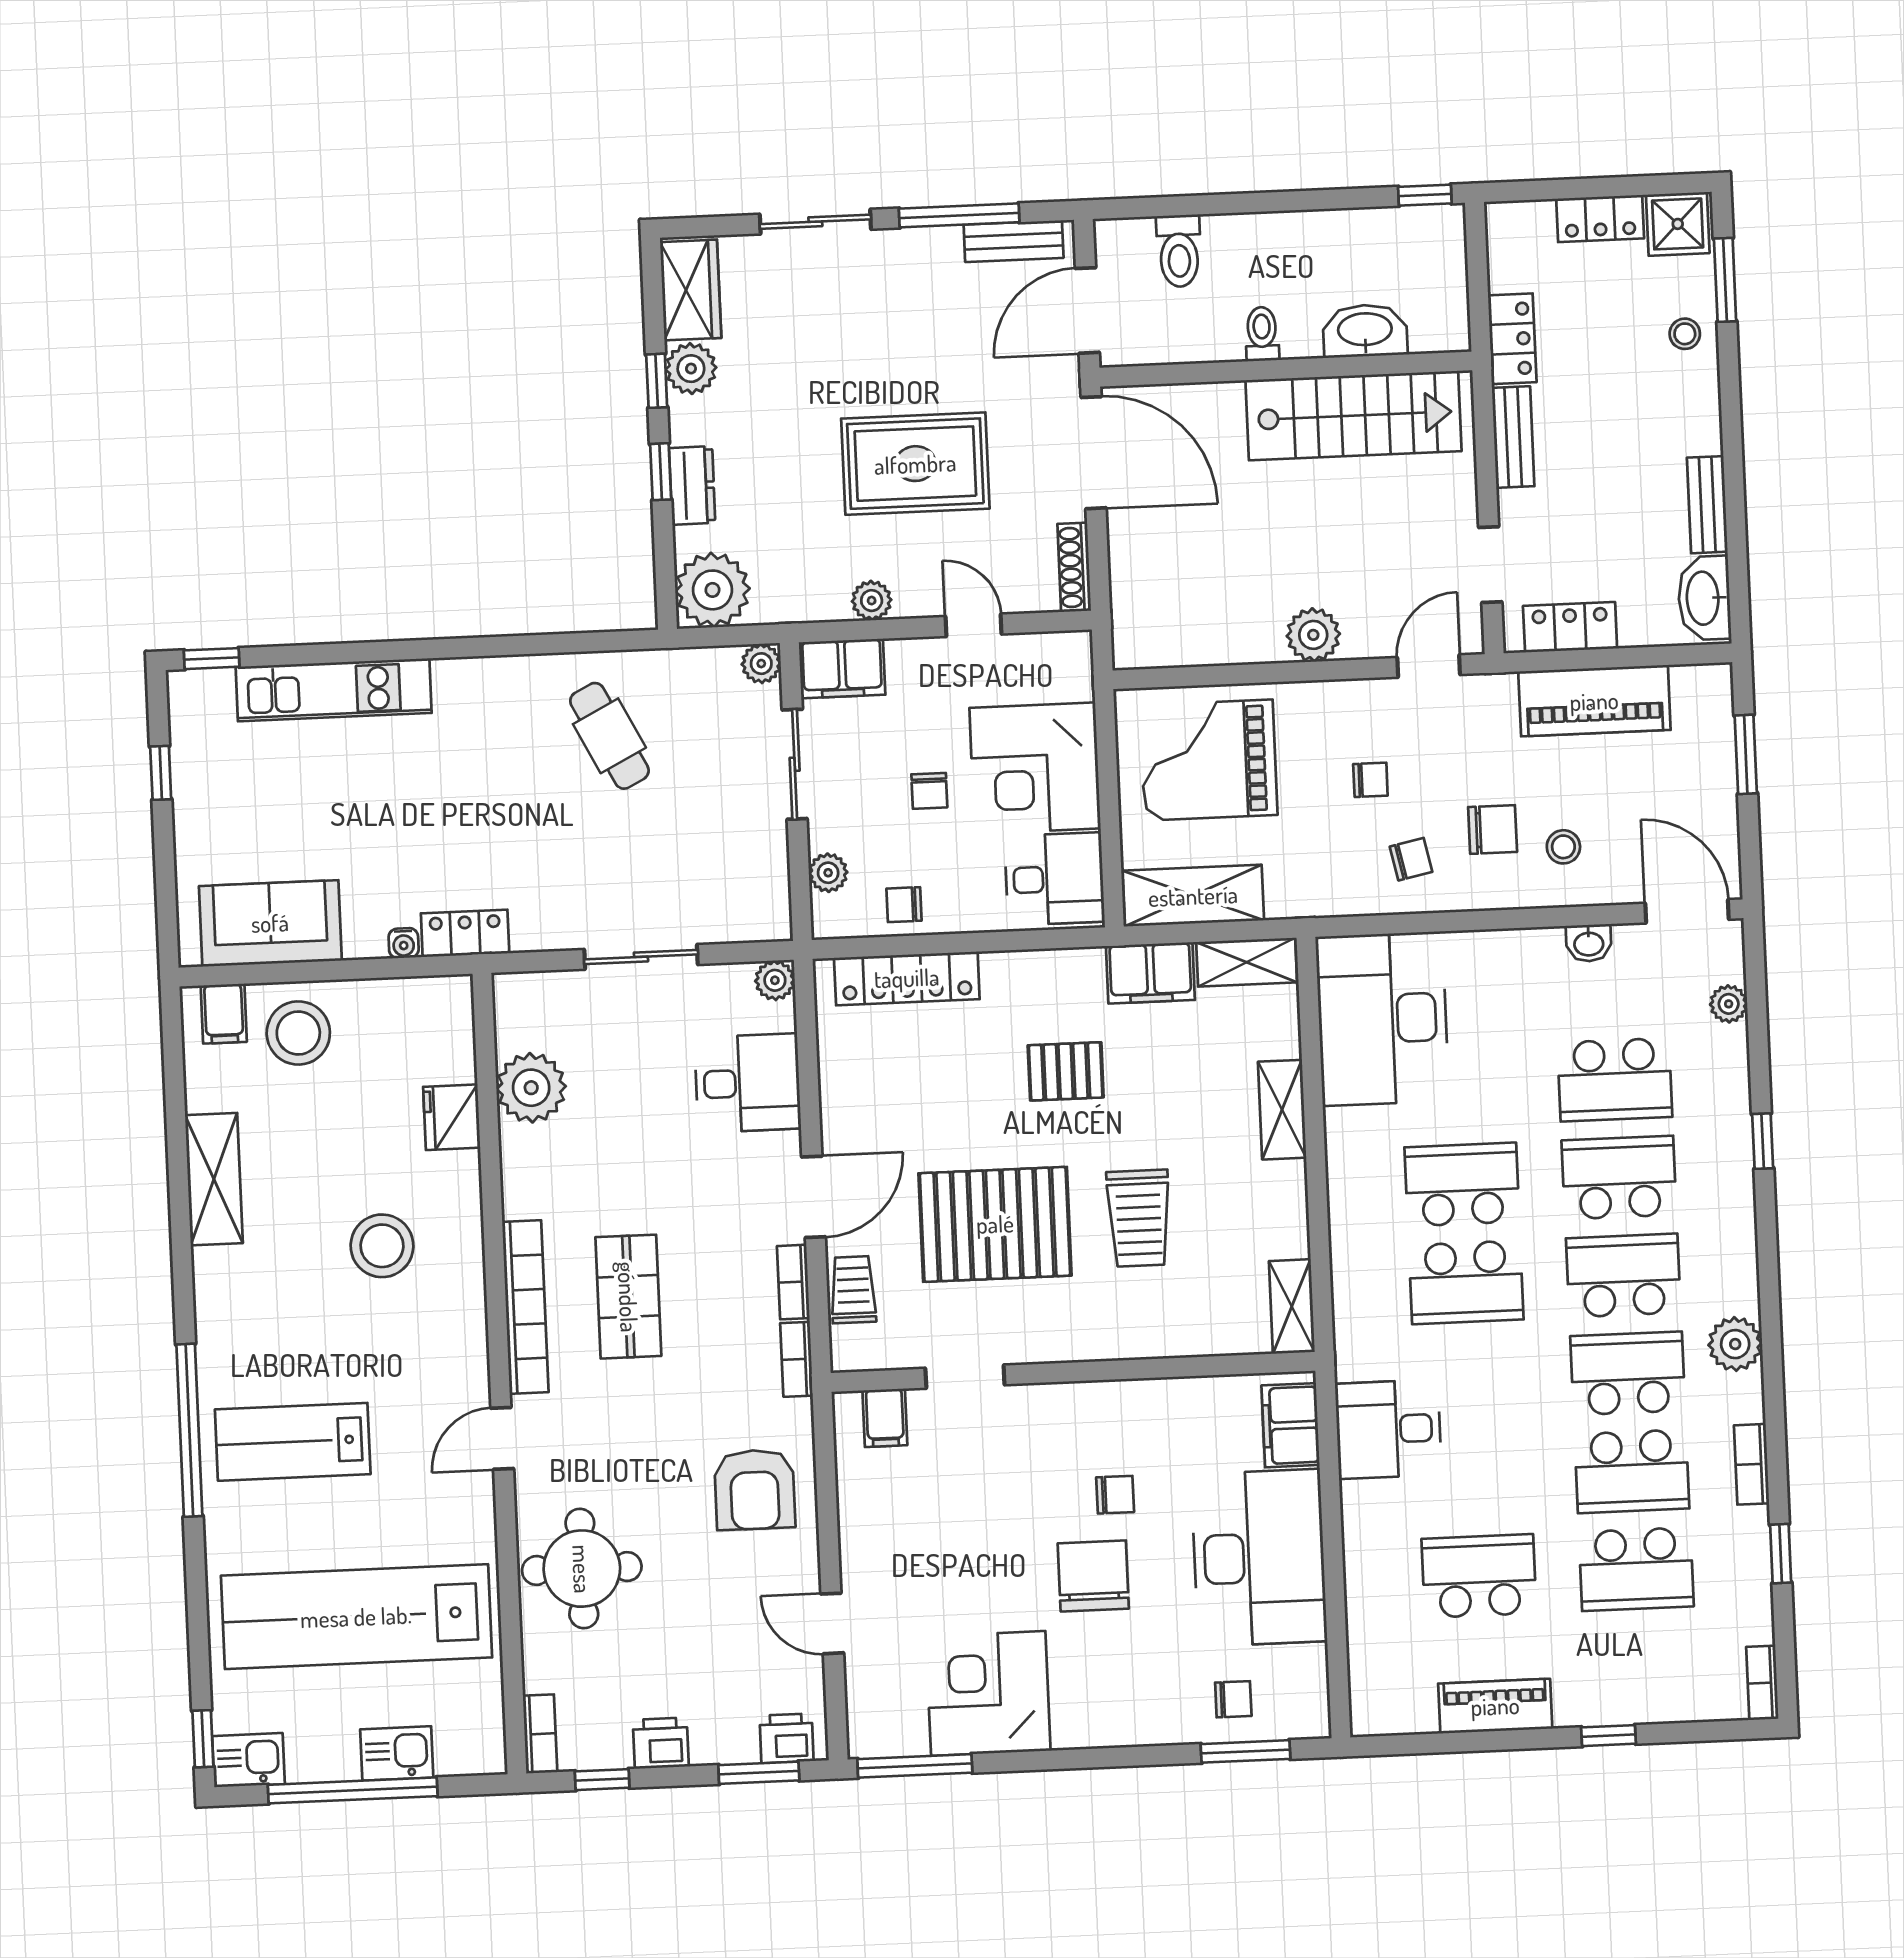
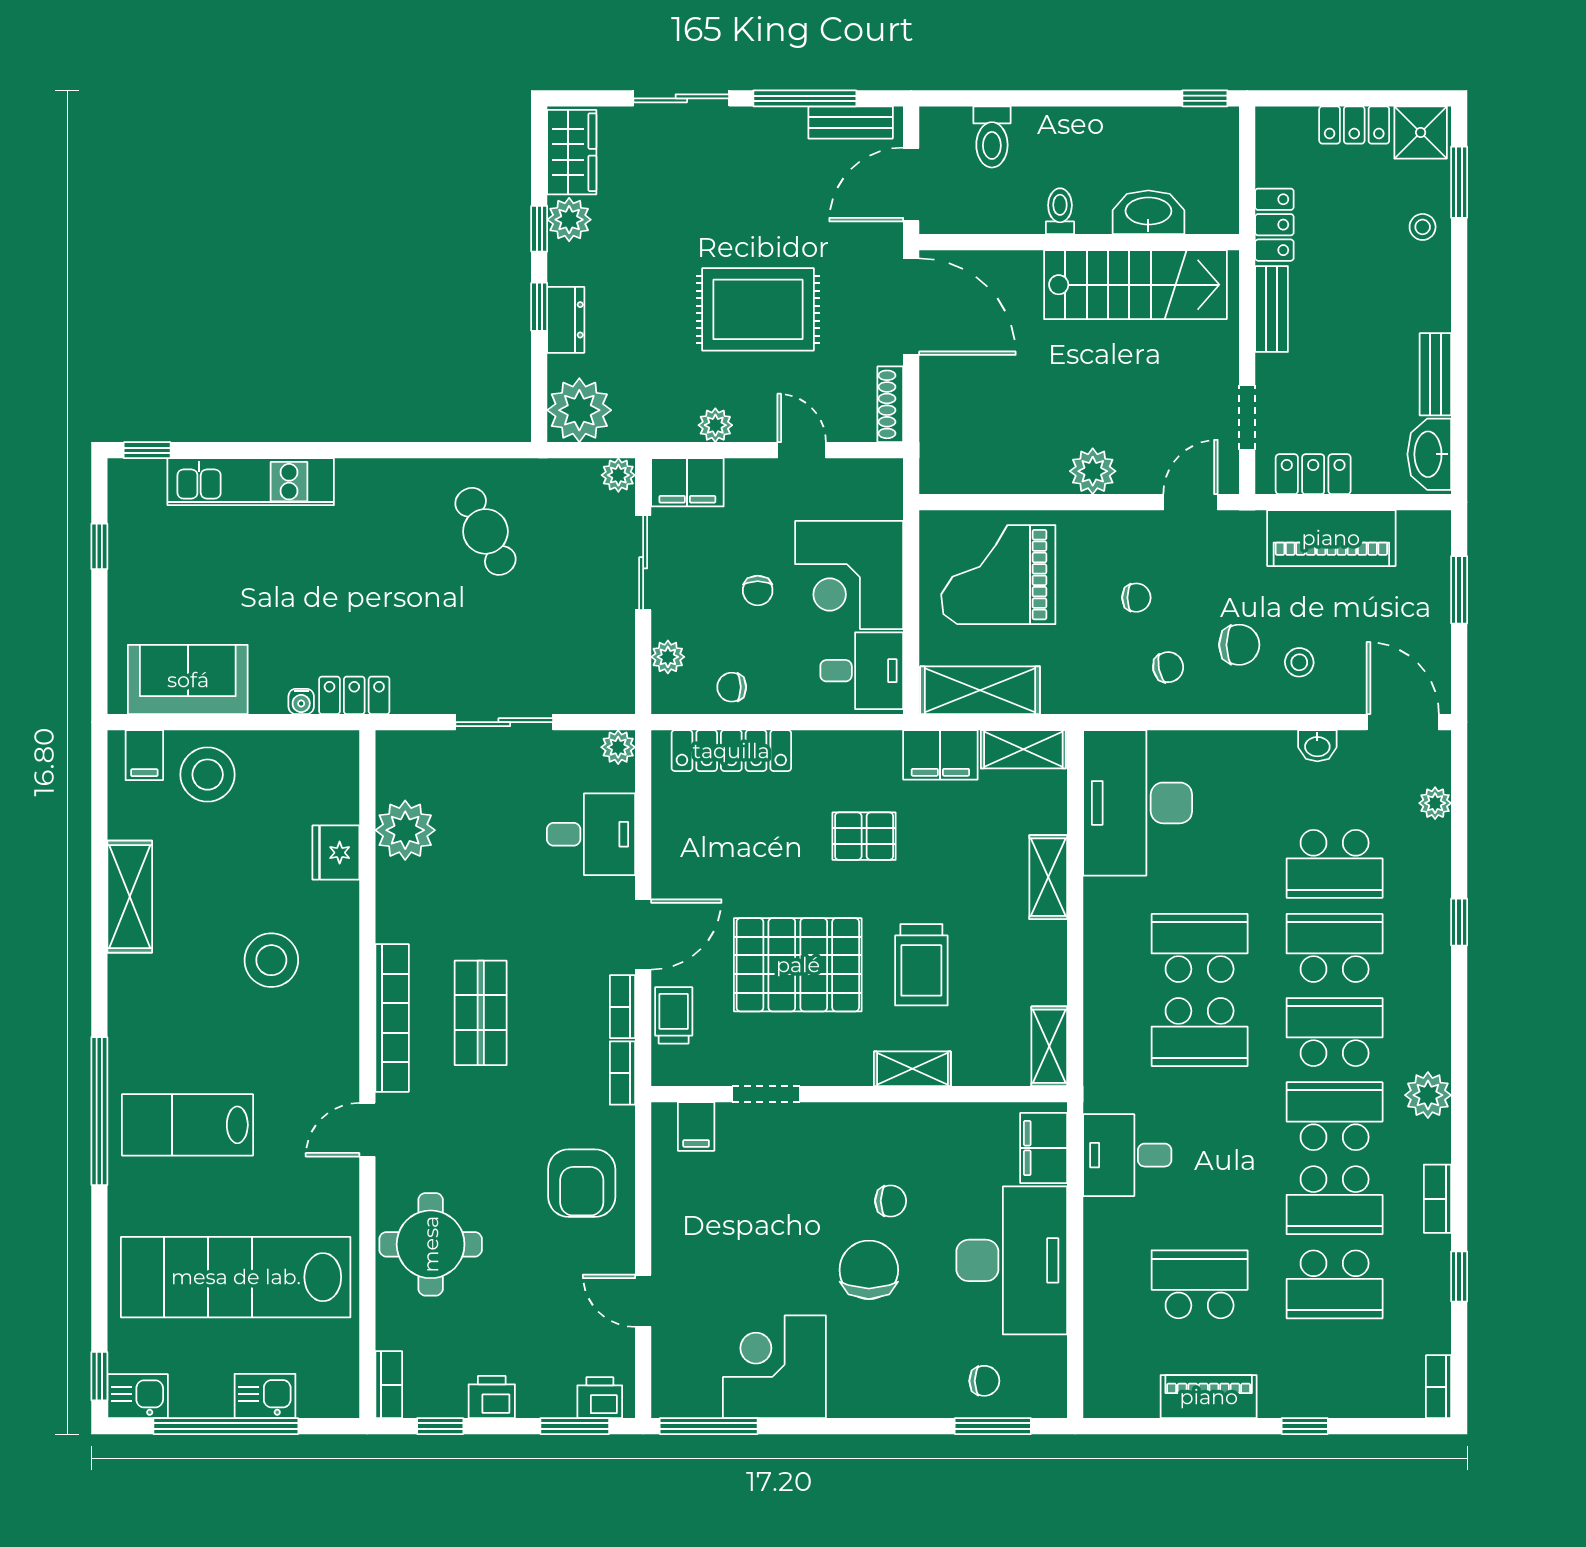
shelving: (1134, 1340) -> (912, 1069), added

